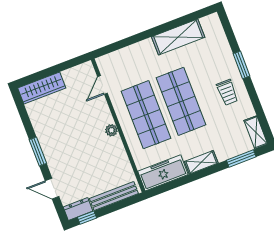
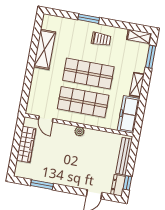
wardrobe: (42, 88) -> (26, 144), moved
window: (38, 152) -> (42, 185), moved

